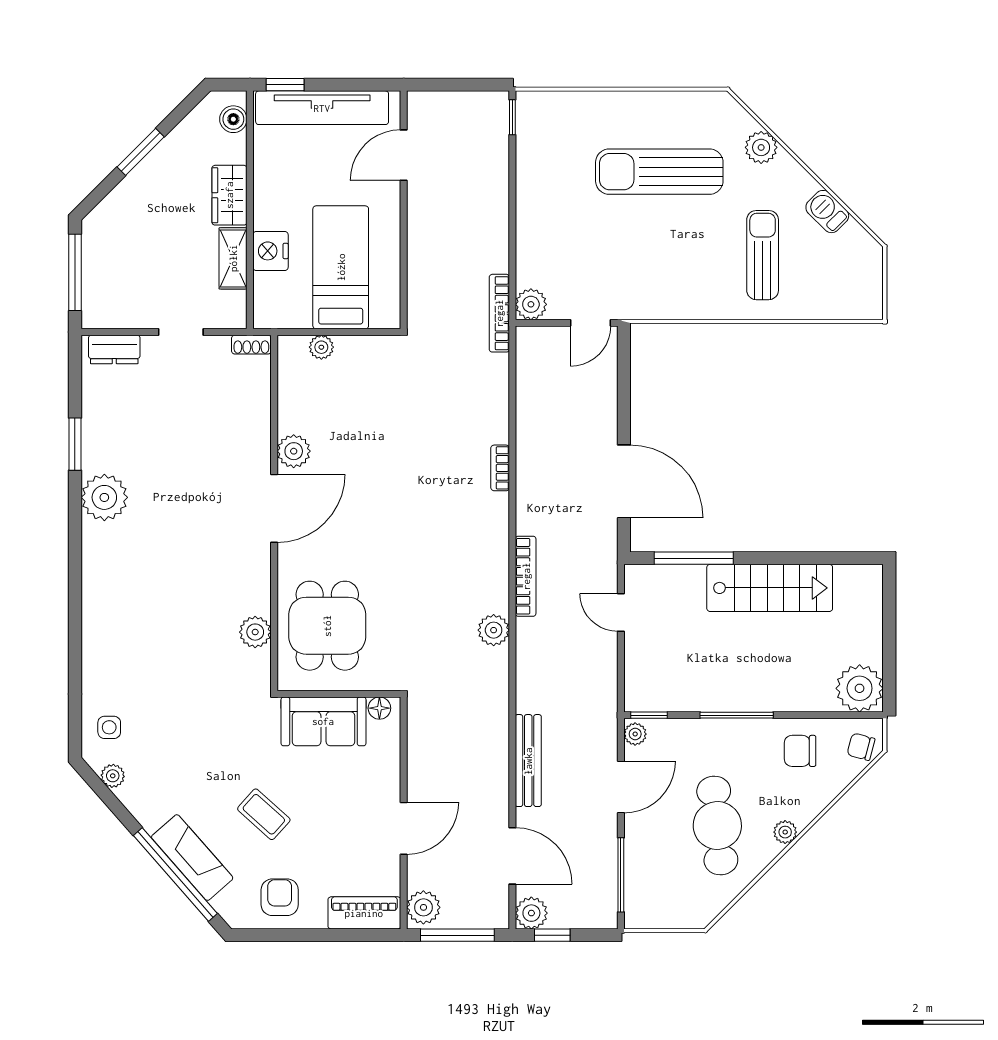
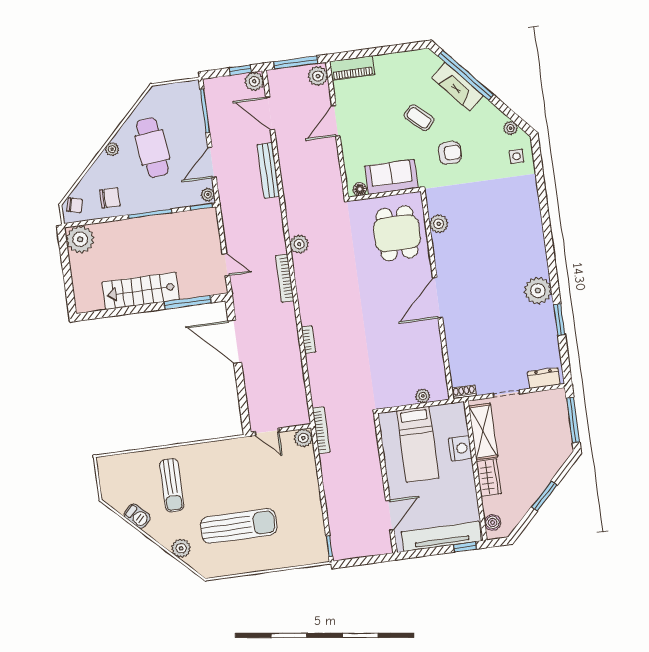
shelving: (233, 258) -> (483, 432), width x1.50, depth x1.33
door: (591, 323) -> (267, 432), swing flipped
plant: (294, 451) -> (431, 333), removed
armchair: (280, 897) -> (450, 153), moved, turned -90

